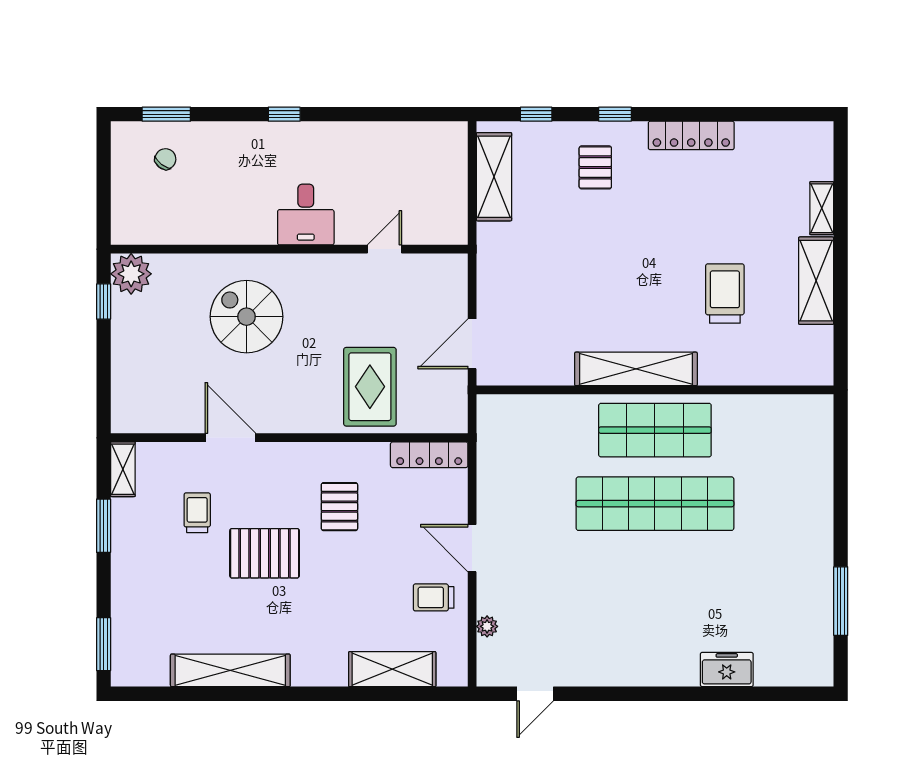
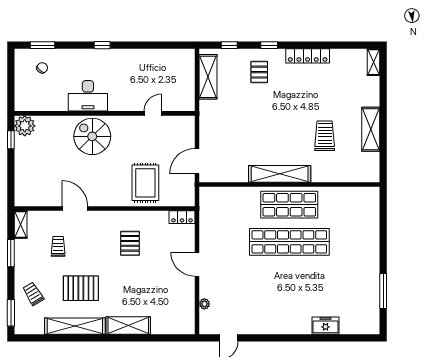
shelving: (822, 208) -> (373, 62), moved
desk: (306, 215) -> (88, 96), moved, width x1.37
spiral stairs: (247, 317) -> (92, 136), moved
locker: (429, 455) -> (182, 217), width x0.66
pallet: (265, 553) -> (81, 288), moved
trolley: (434, 597) -> (33, 294), moved, turned 59
shelving: (392, 669) -> (128, 325), moved

